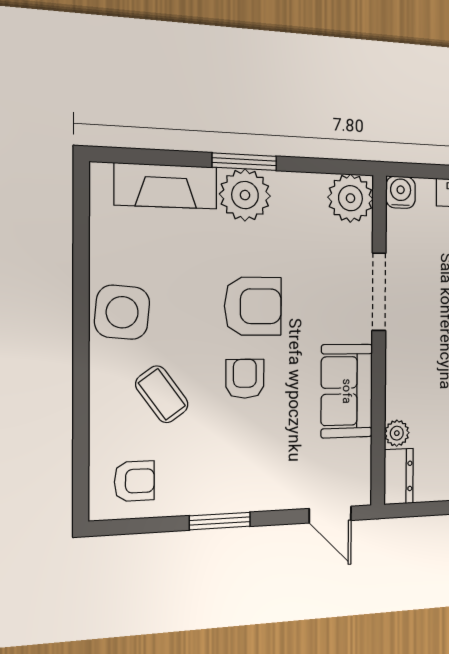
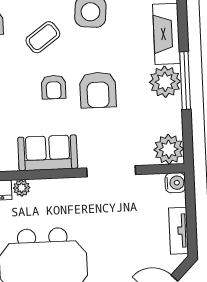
window: (244, 162) -> (185, 80), width x1.44
armchair: (245, 379) -> (54, 87), turned 90

